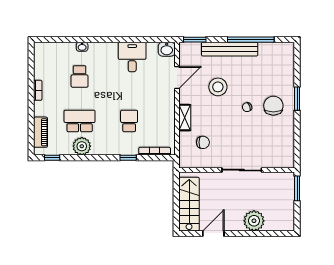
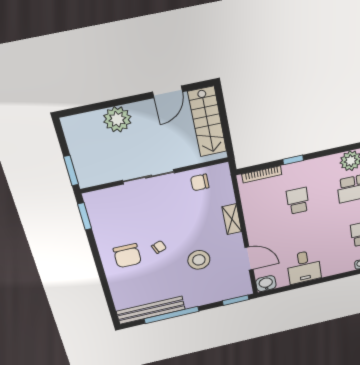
bench: (230, 49) -> (151, 310), moved
door: (177, 77) -> (249, 259), swing flipped
window: (297, 99) -> (85, 216), moved
school desk: (129, 121) -> (298, 201), turned 180
chair: (203, 142) -> (200, 182), moved

